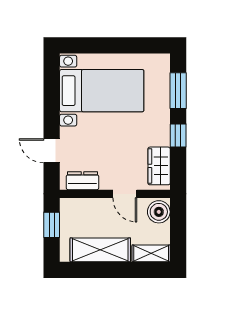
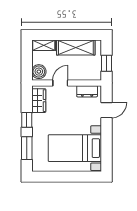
door: (52, 151) -> (106, 110), hinge flipped
door: (125, 194) -> (60, 83), hinge flipped

